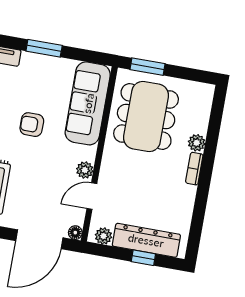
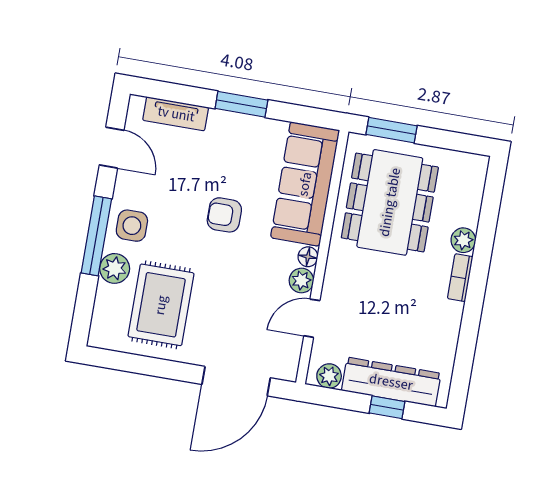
floor lamp: (75, 233) -> (308, 257), moved

